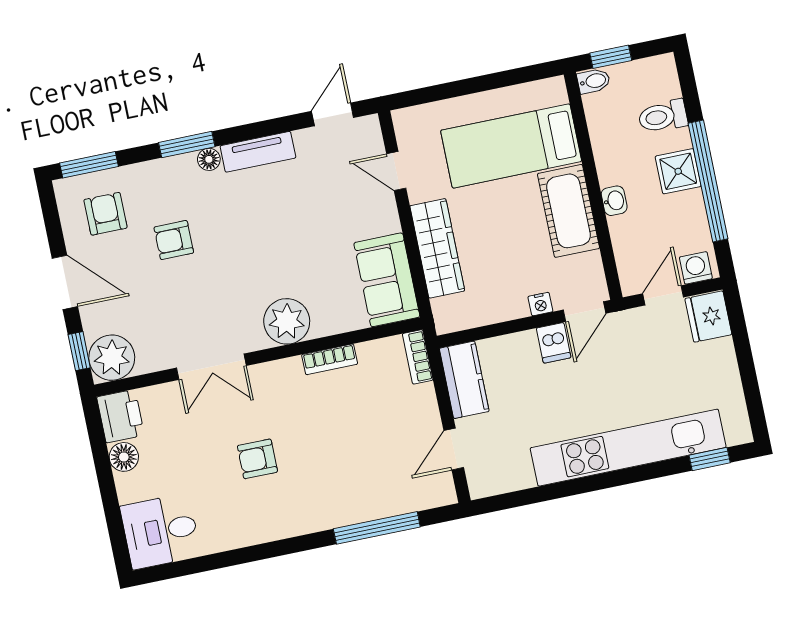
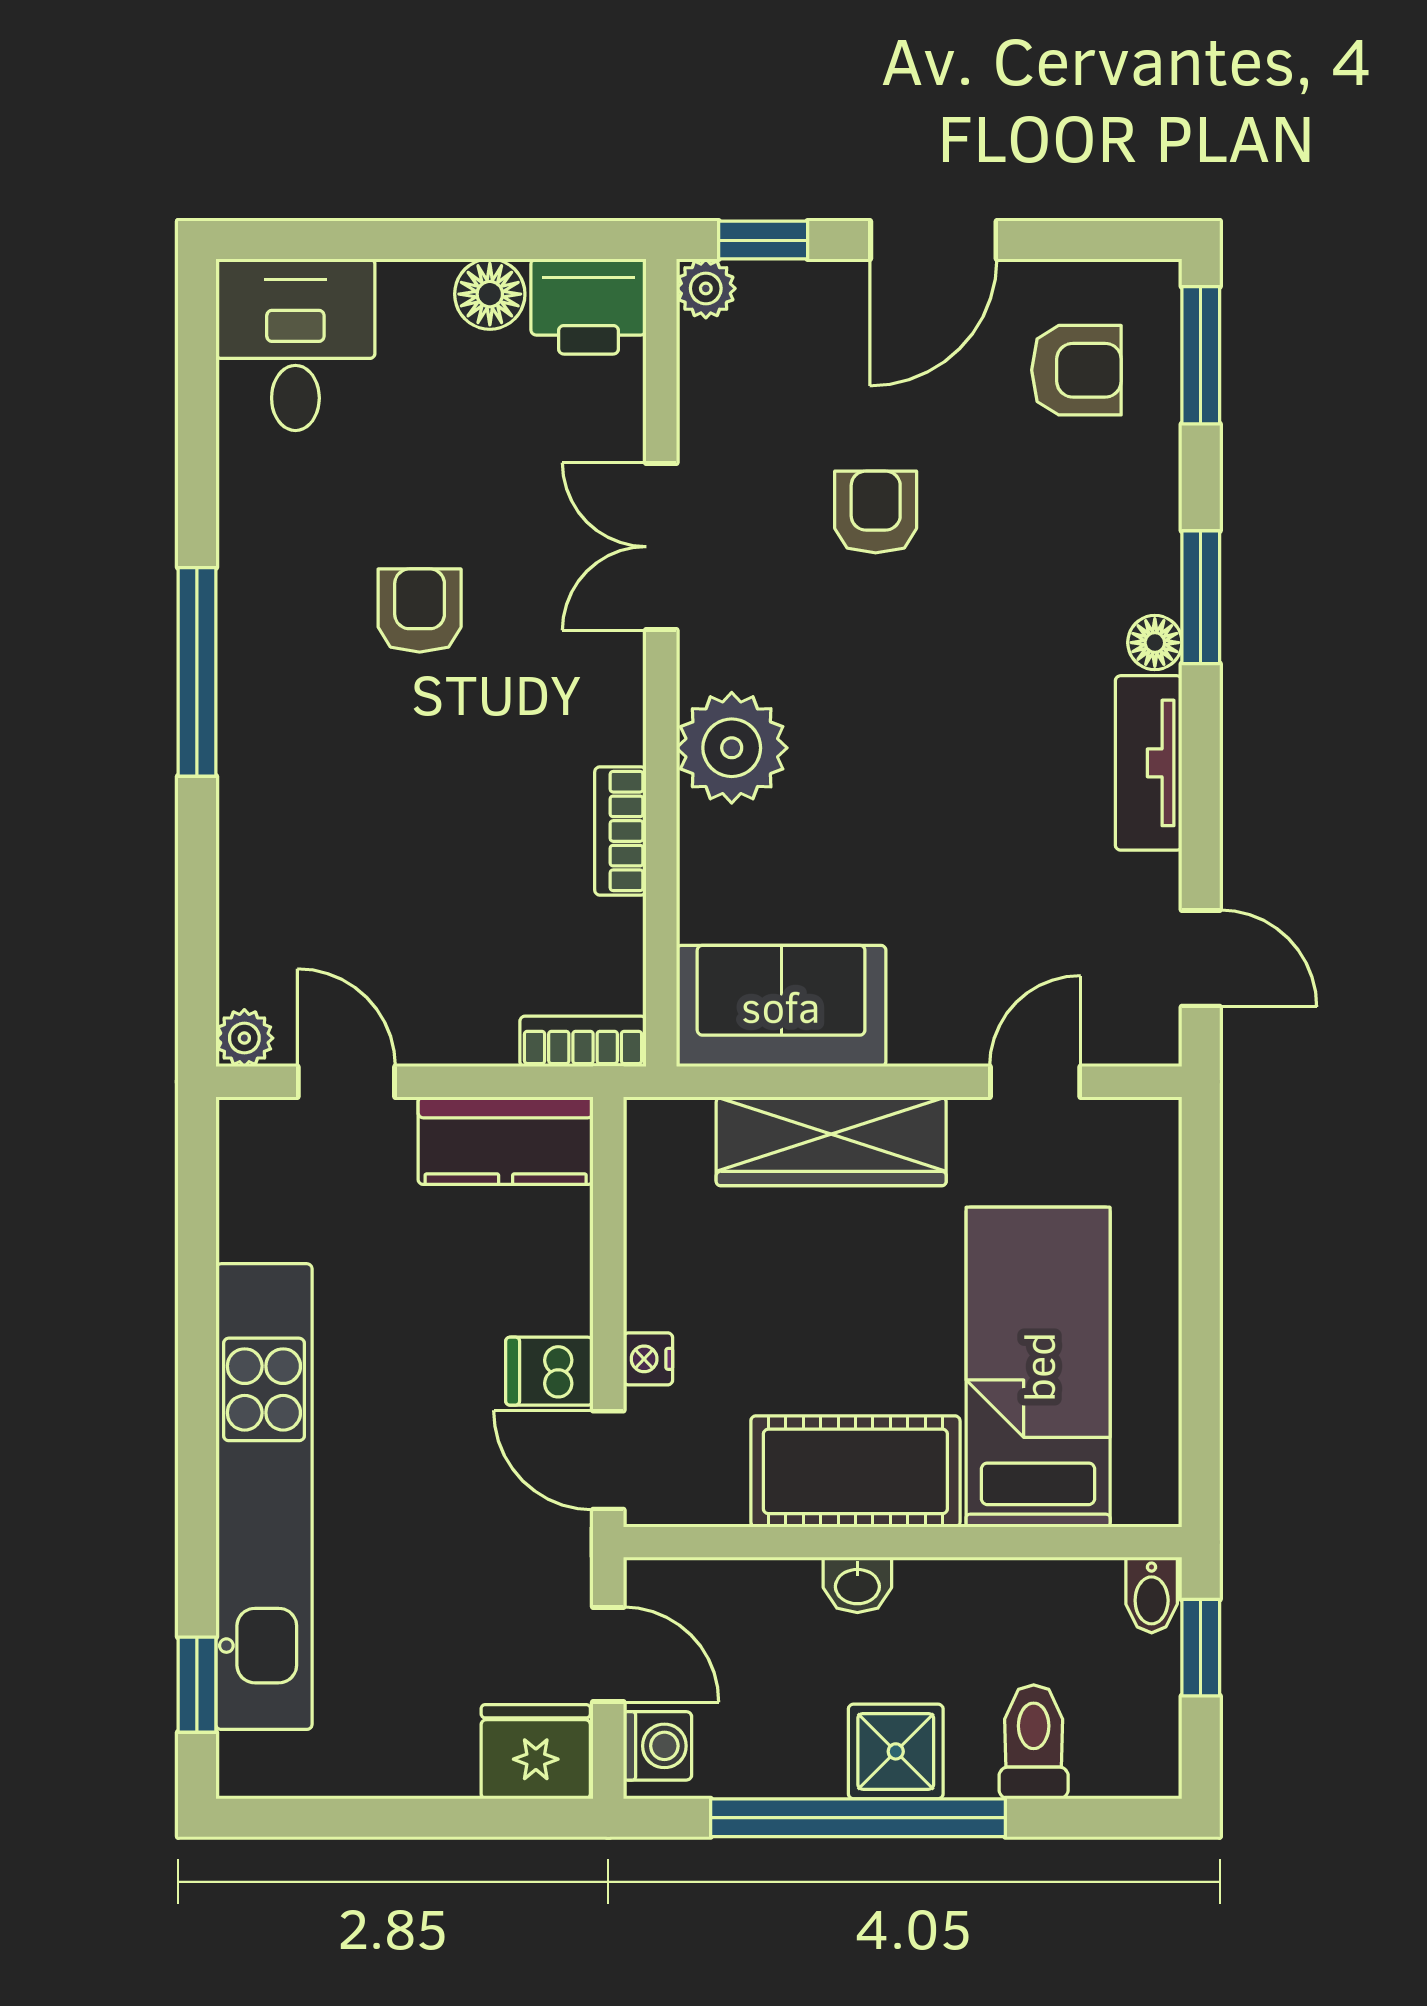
armchair: (174, 240) -> (876, 512), moved
plant: (112, 358) -> (706, 288), width x0.53, depth x0.53
plant: (445, 494) -> (244, 1038), added
window: (377, 528) -> (197, 672), moved

